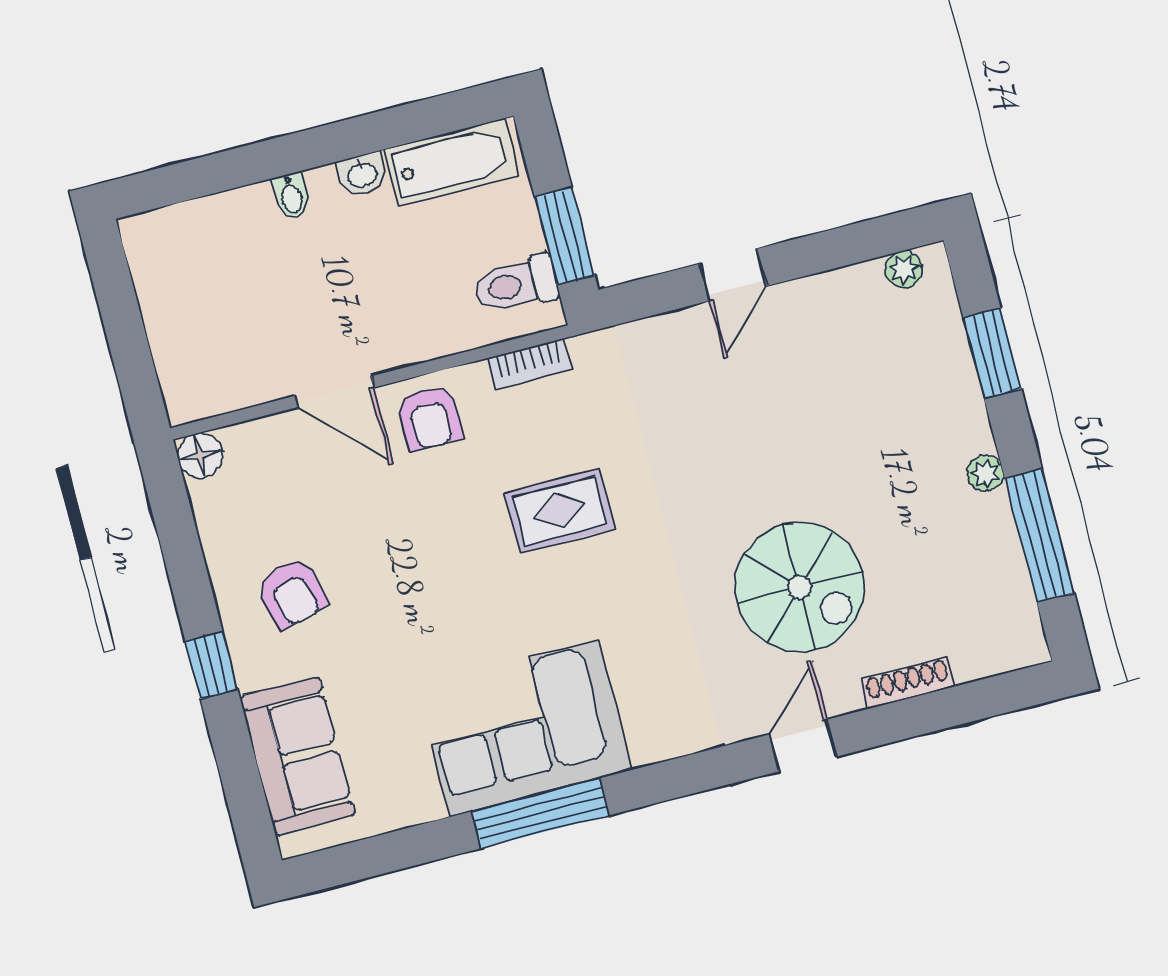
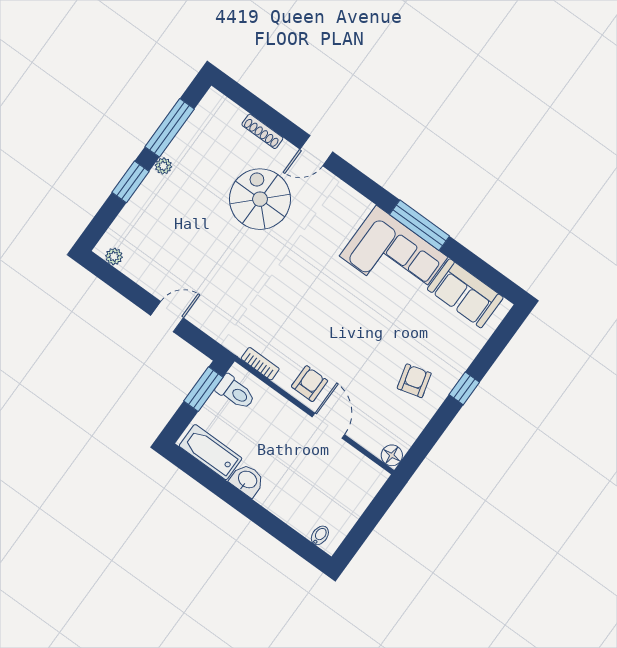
washbasin: (362, 174) -> (247, 480), width x1.38, depth x1.45
bidet: (291, 196) -> (320, 535), moved
window: (992, 353) -> (131, 182), moved
rug: (560, 511) -> (304, 309), removed
sofa: (297, 756) -> (465, 293), moved, turned -90

